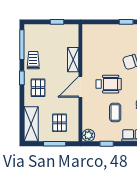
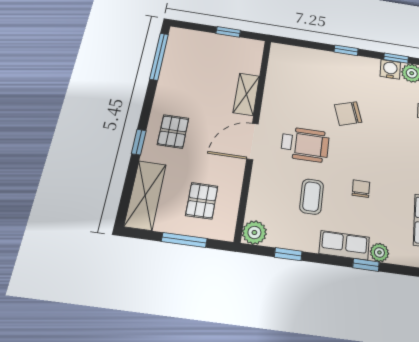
trolley: (33, 60) -> (174, 84), removed
window: (22, 78) -> (139, 142), moved

